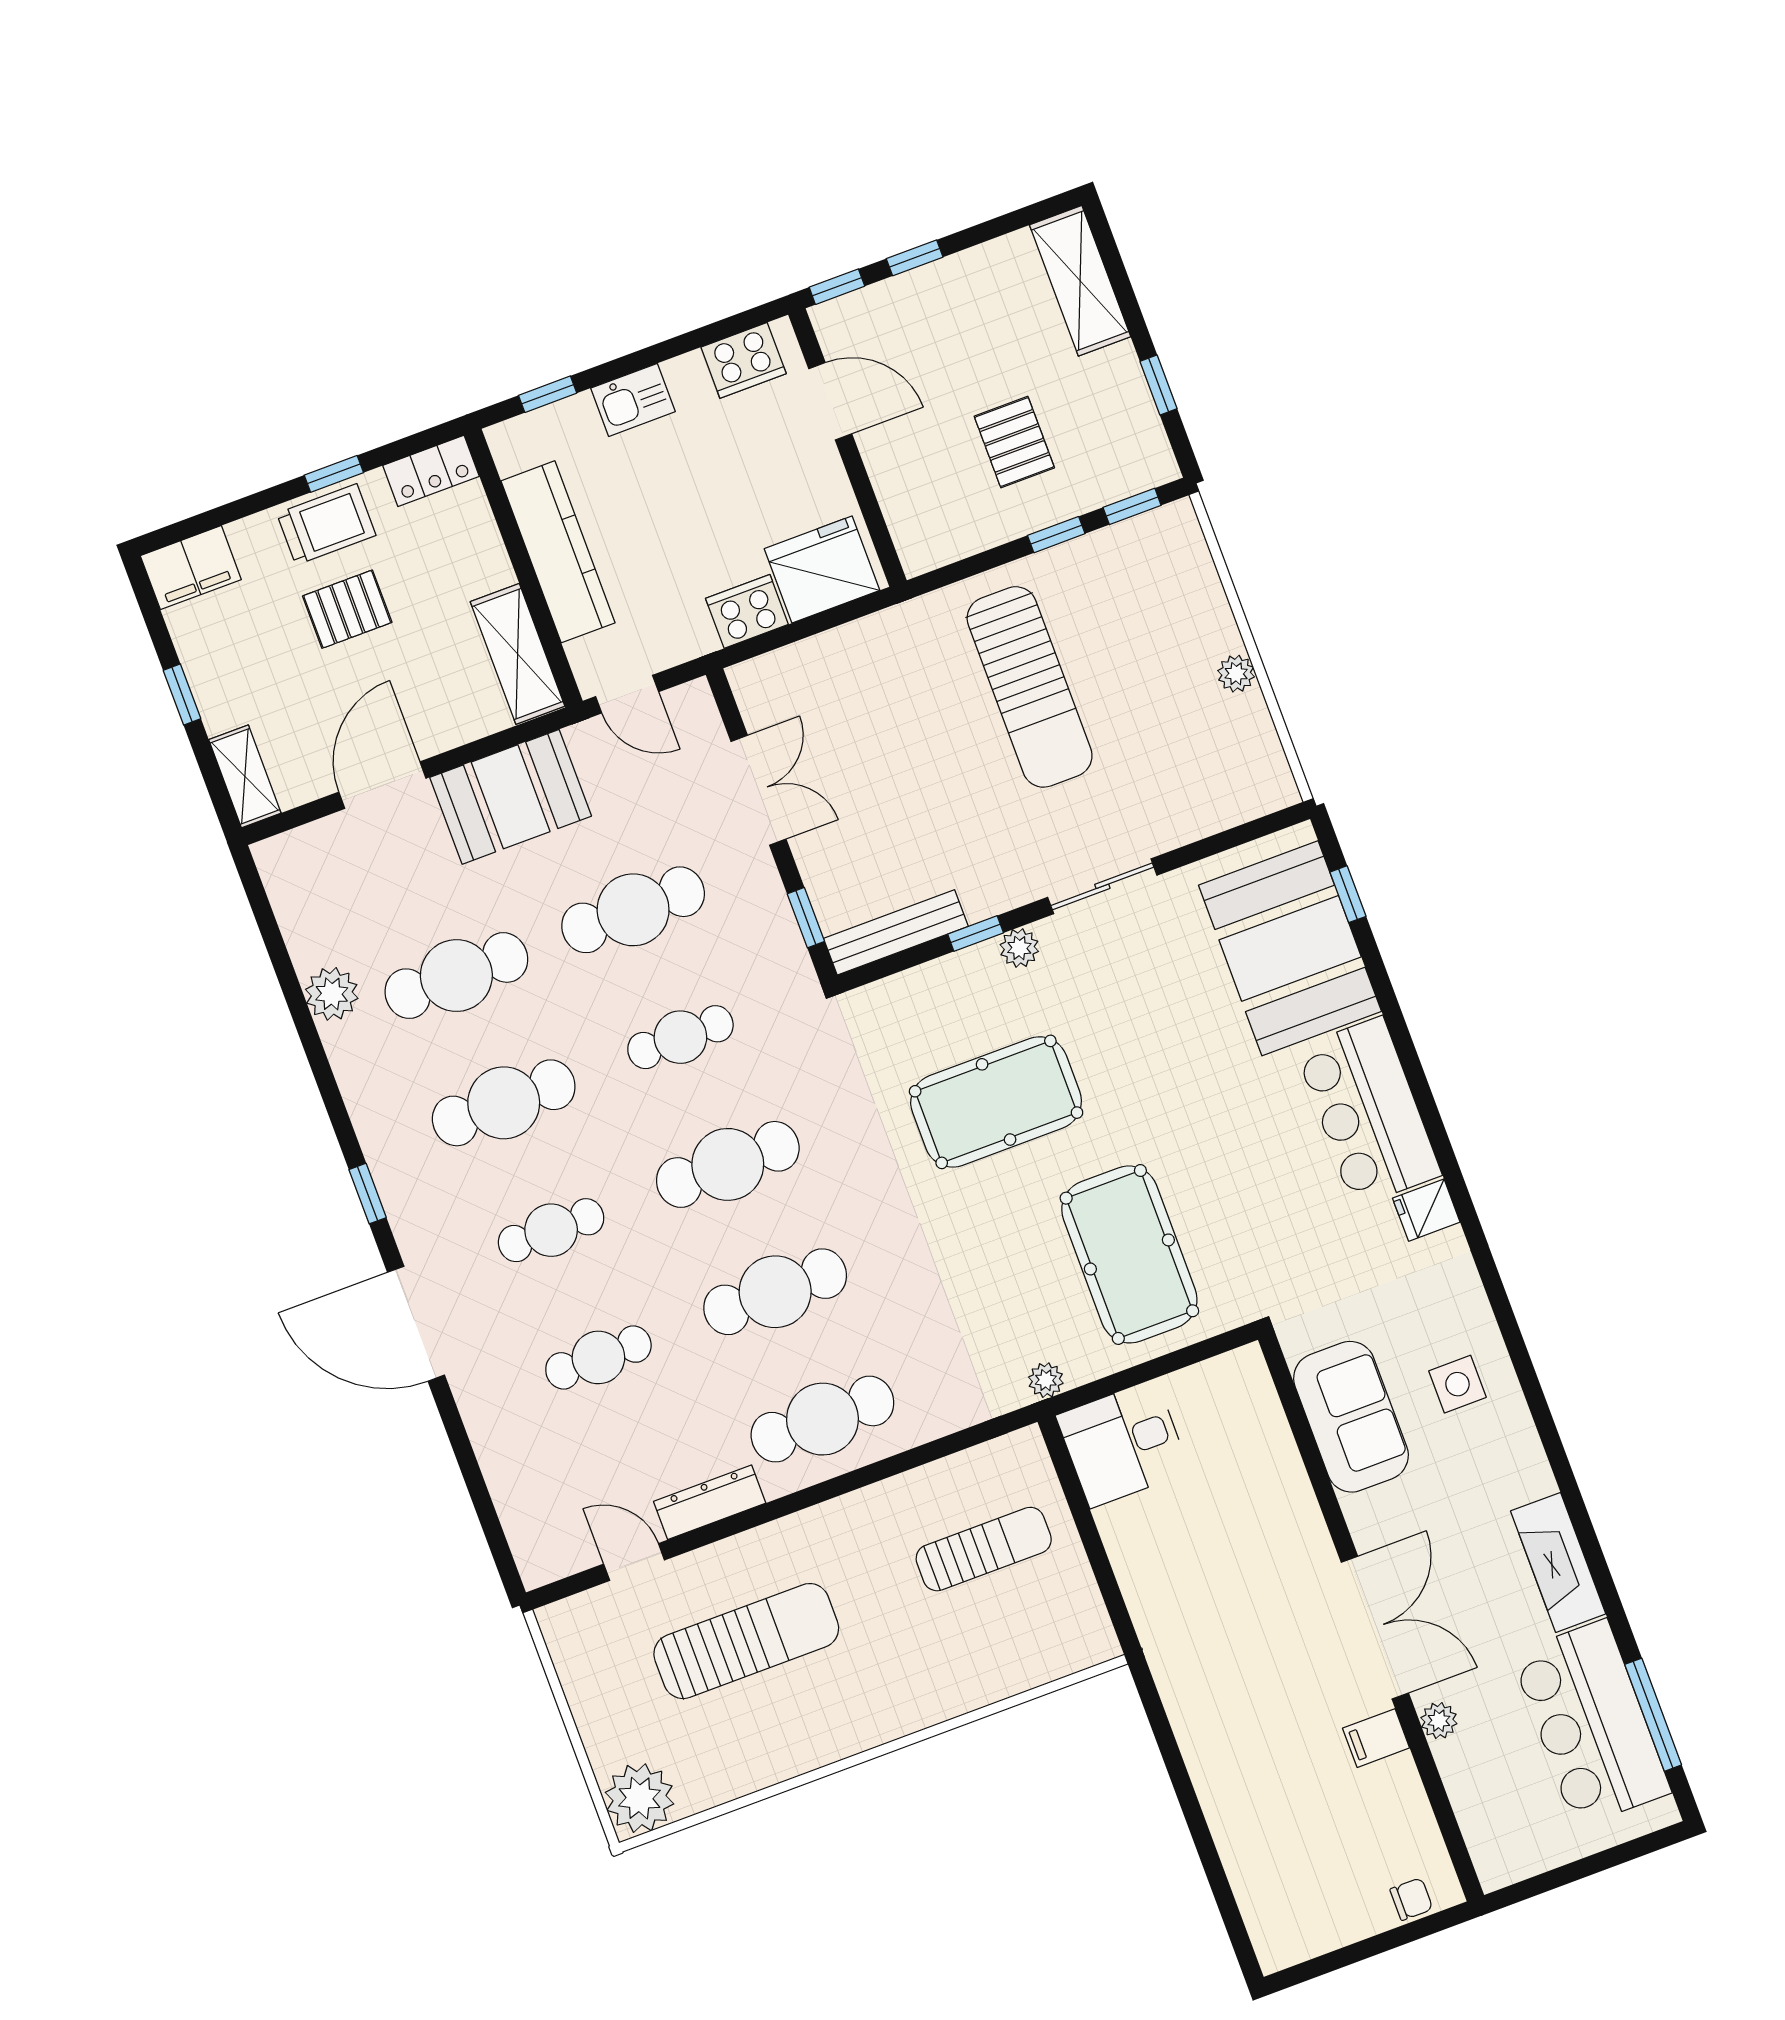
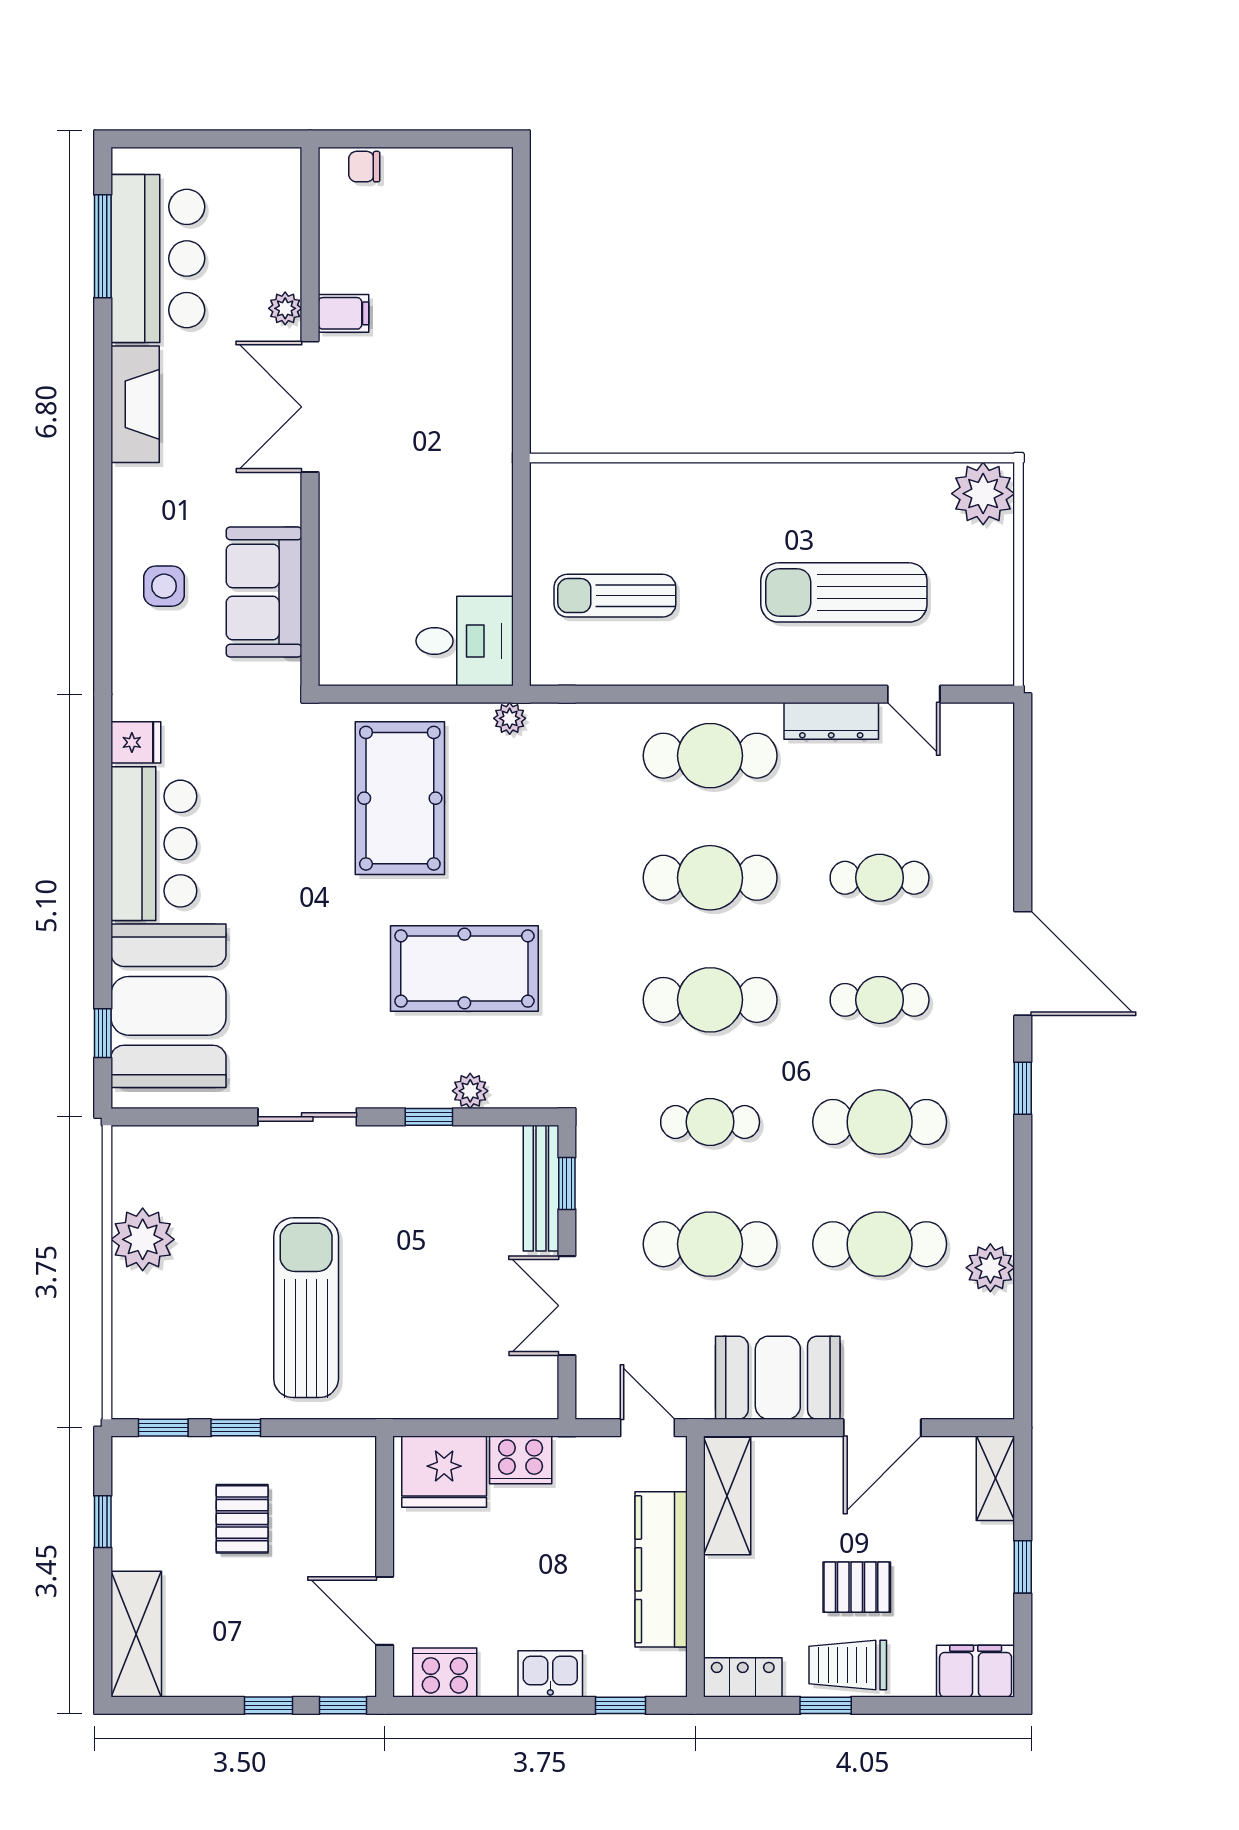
plant: (1236, 674) -> (143, 1239), width x1.88, depth x1.88
bench: (896, 932) -> (541, 1188), moved, turned 90
plant: (1019, 948) -> (470, 1091), moved

